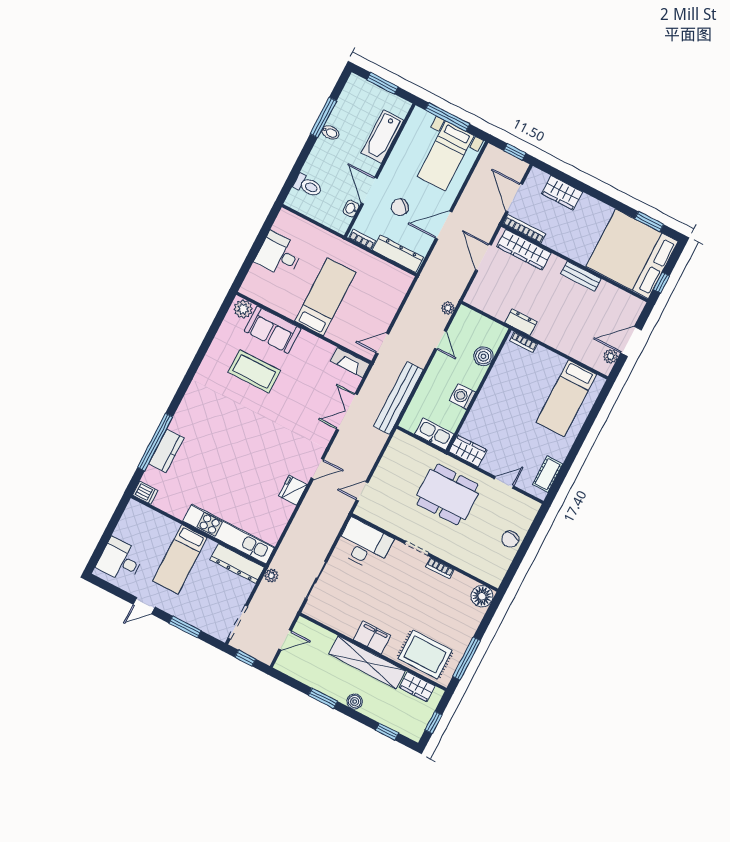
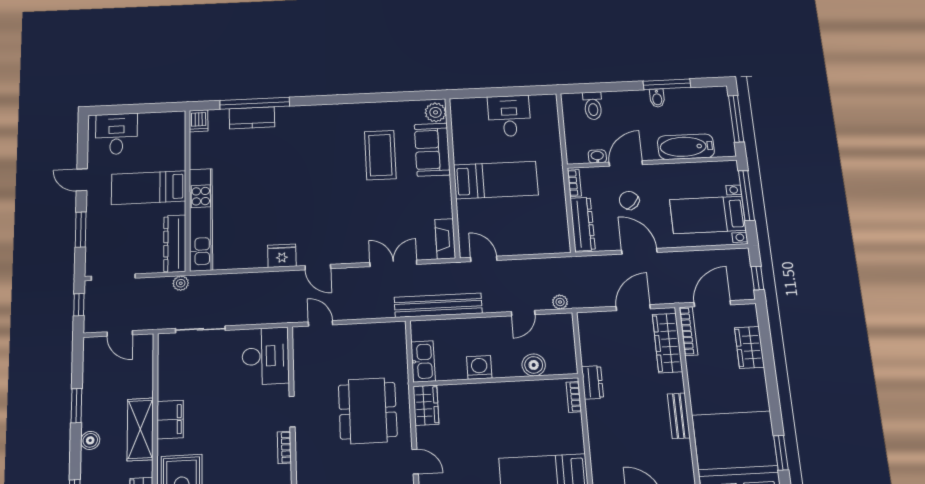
window: (382, 83) -> (736, 119), width x1.44
shelving: (367, 662) -> (140, 429), width x0.68

